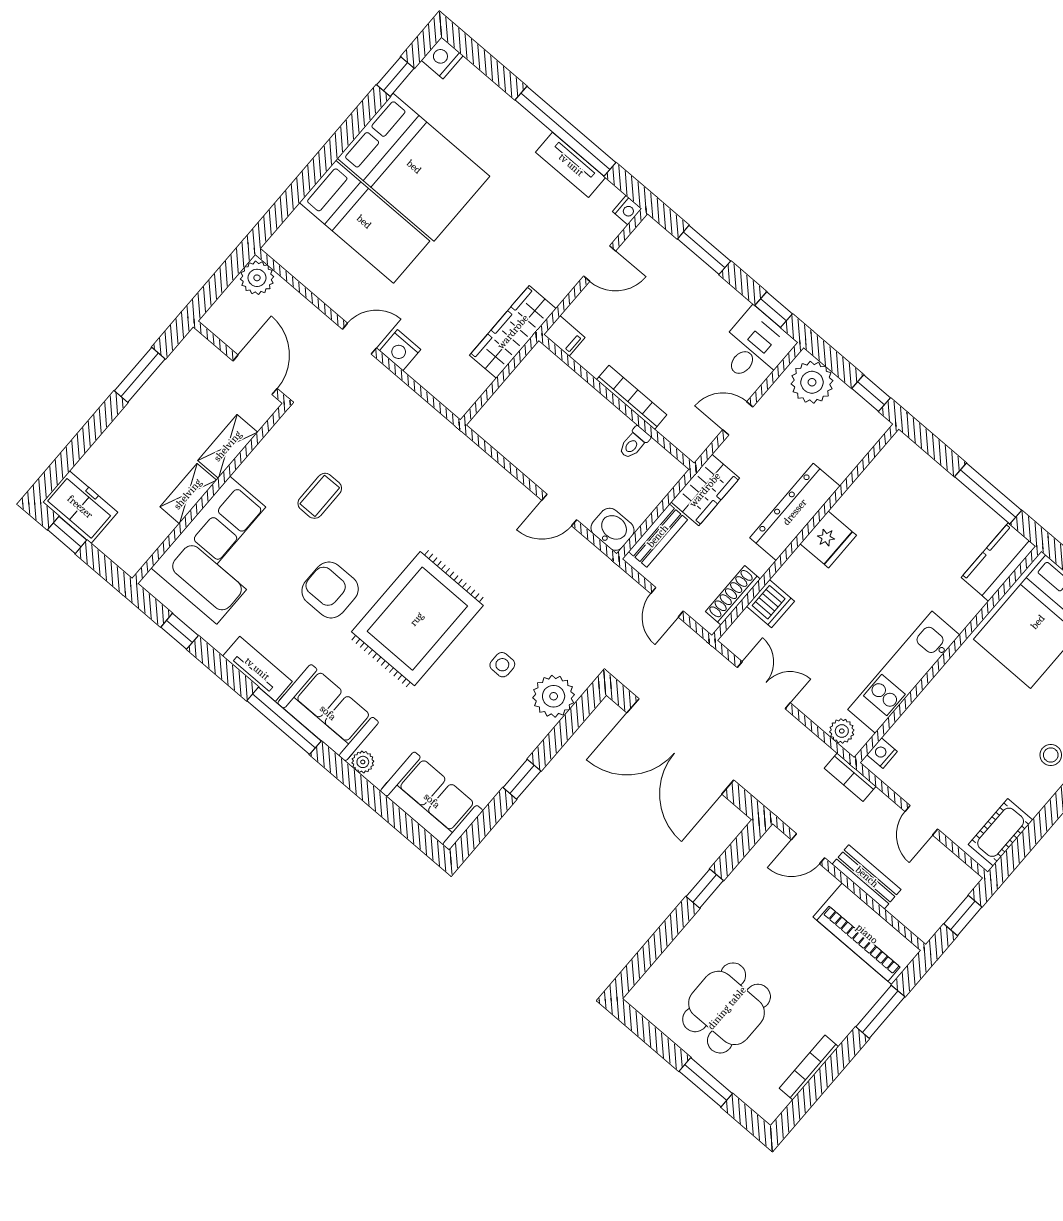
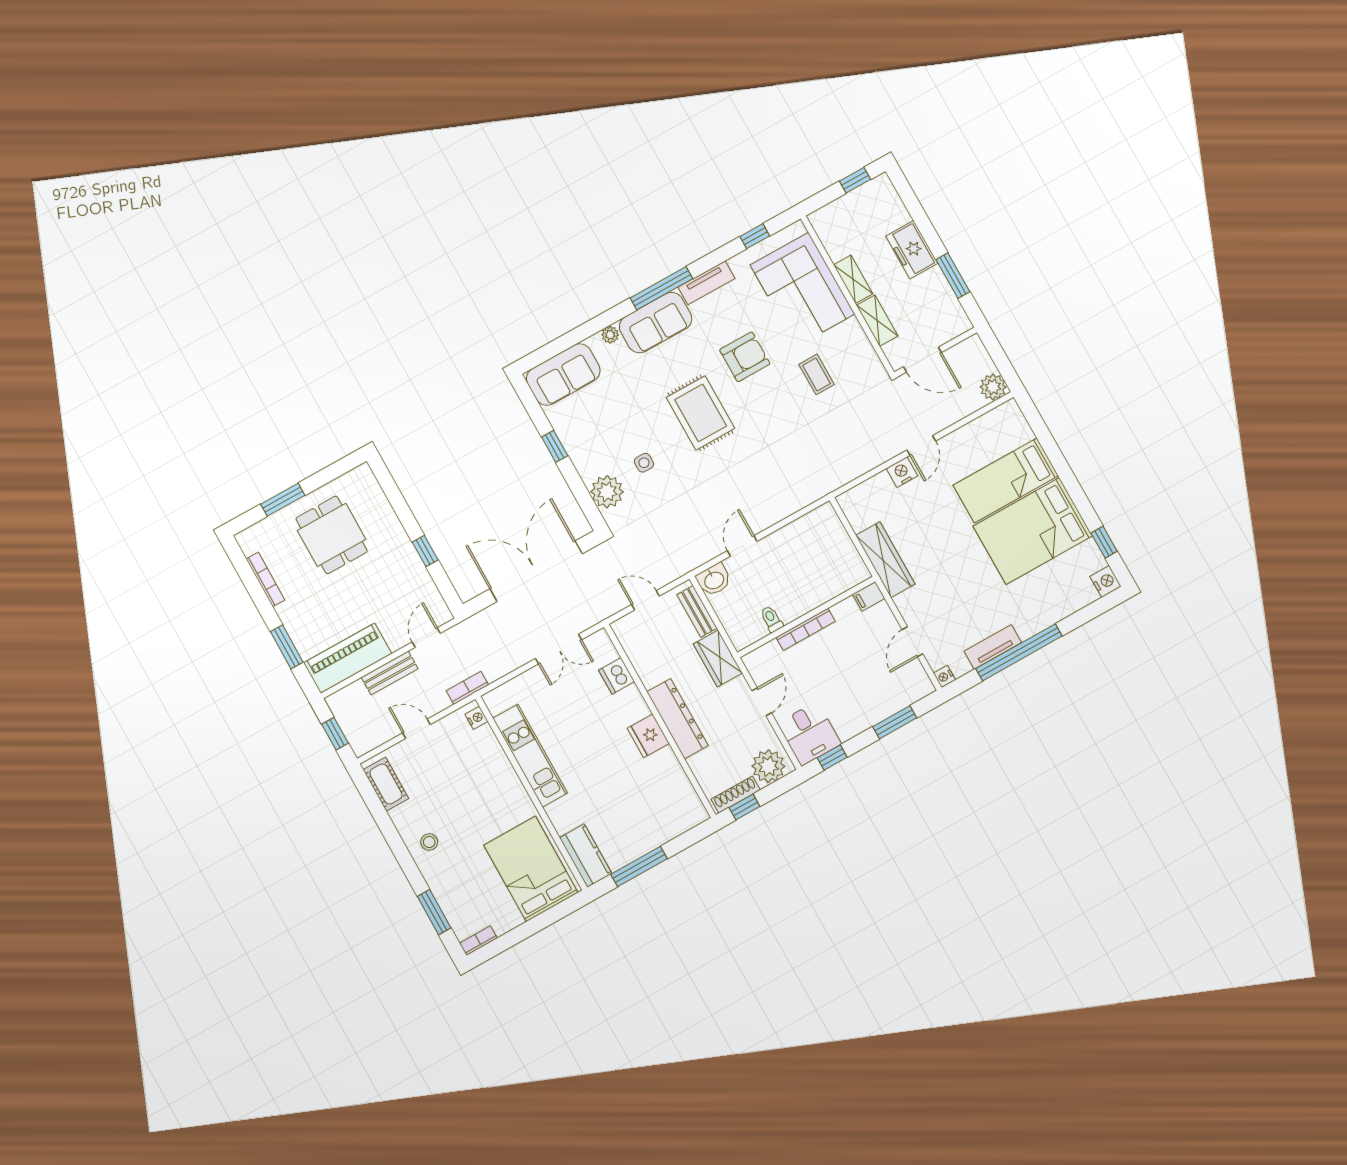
freezer: (80, 507) -> (912, 250), moved, turned 90
shoe rack: (733, 595) -> (736, 795), moved, turned -90
rug: (417, 619) -> (701, 413), width x0.73, depth x0.69
plant: (842, 731) -> (504, 694), removed

